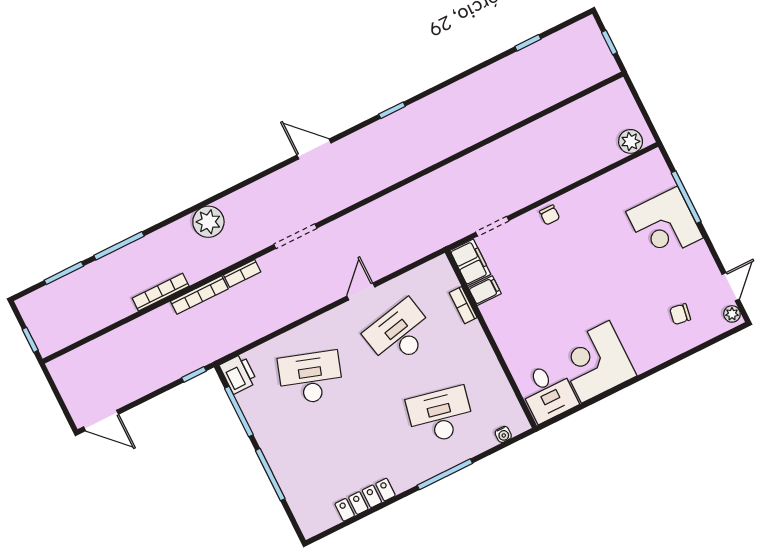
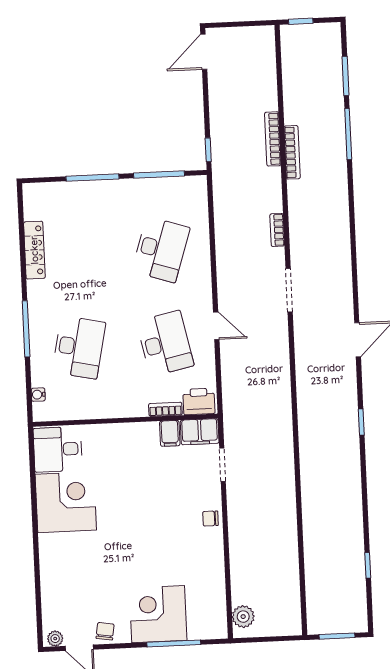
window: (609, 42) -> (337, 636), width x1.50
plant: (208, 222) -> (335, 221), removed
bookcase: (199, 295) -> (273, 139), moved
chair: (680, 314) -> (105, 631), moved
printer: (238, 374) -> (199, 401), moved, turned 180

